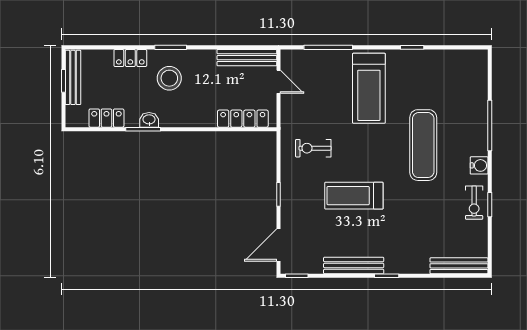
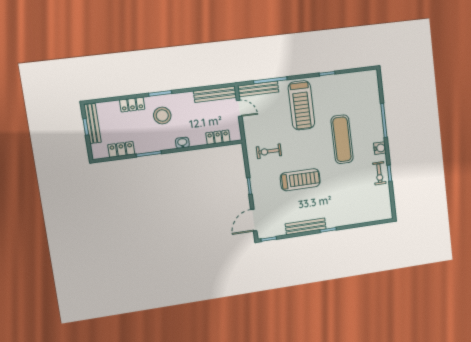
locker: (243, 119) -> (218, 137), width x0.66
washbasin: (149, 120) -> (182, 143), moved
treadmill: (354, 196) -> (300, 180), turned 180
bench: (459, 266) -> (258, 89), moved

